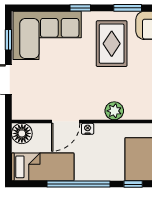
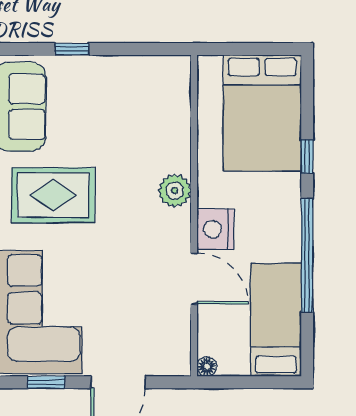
nightstand: (88, 129) -> (215, 229), width x1.89, depth x1.79
floor lamp: (22, 133) -> (207, 367), width x0.53, depth x0.53

